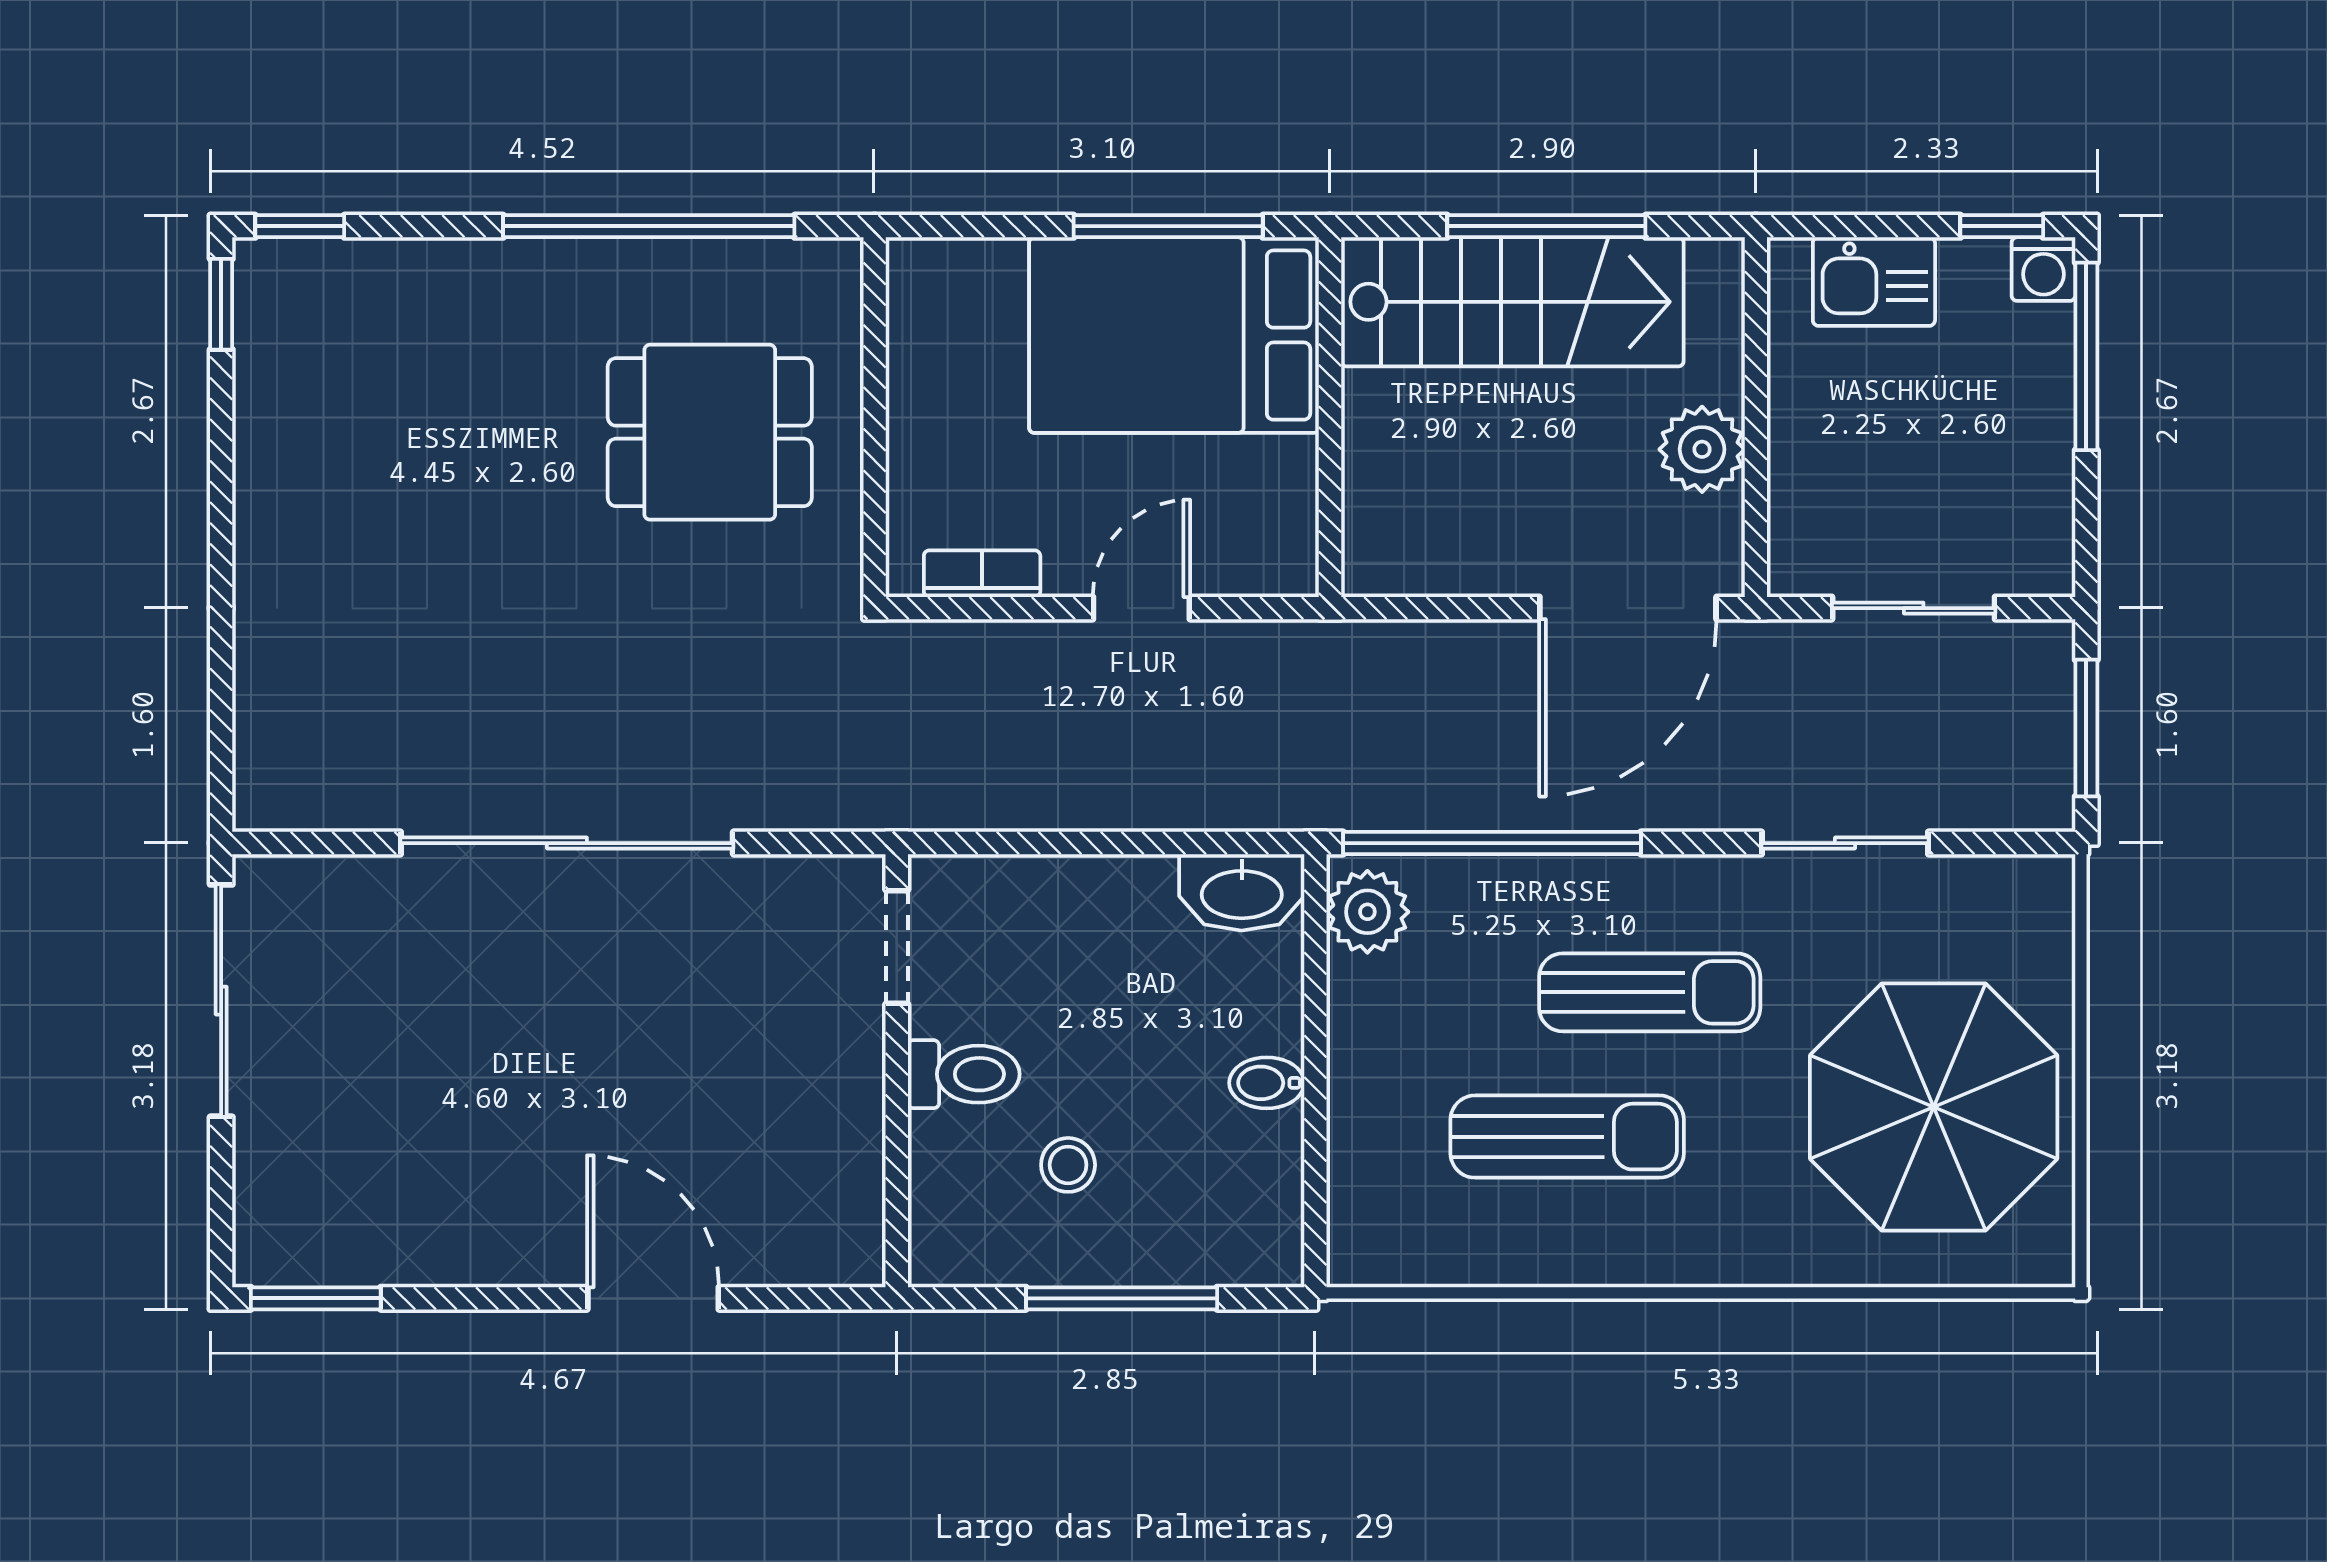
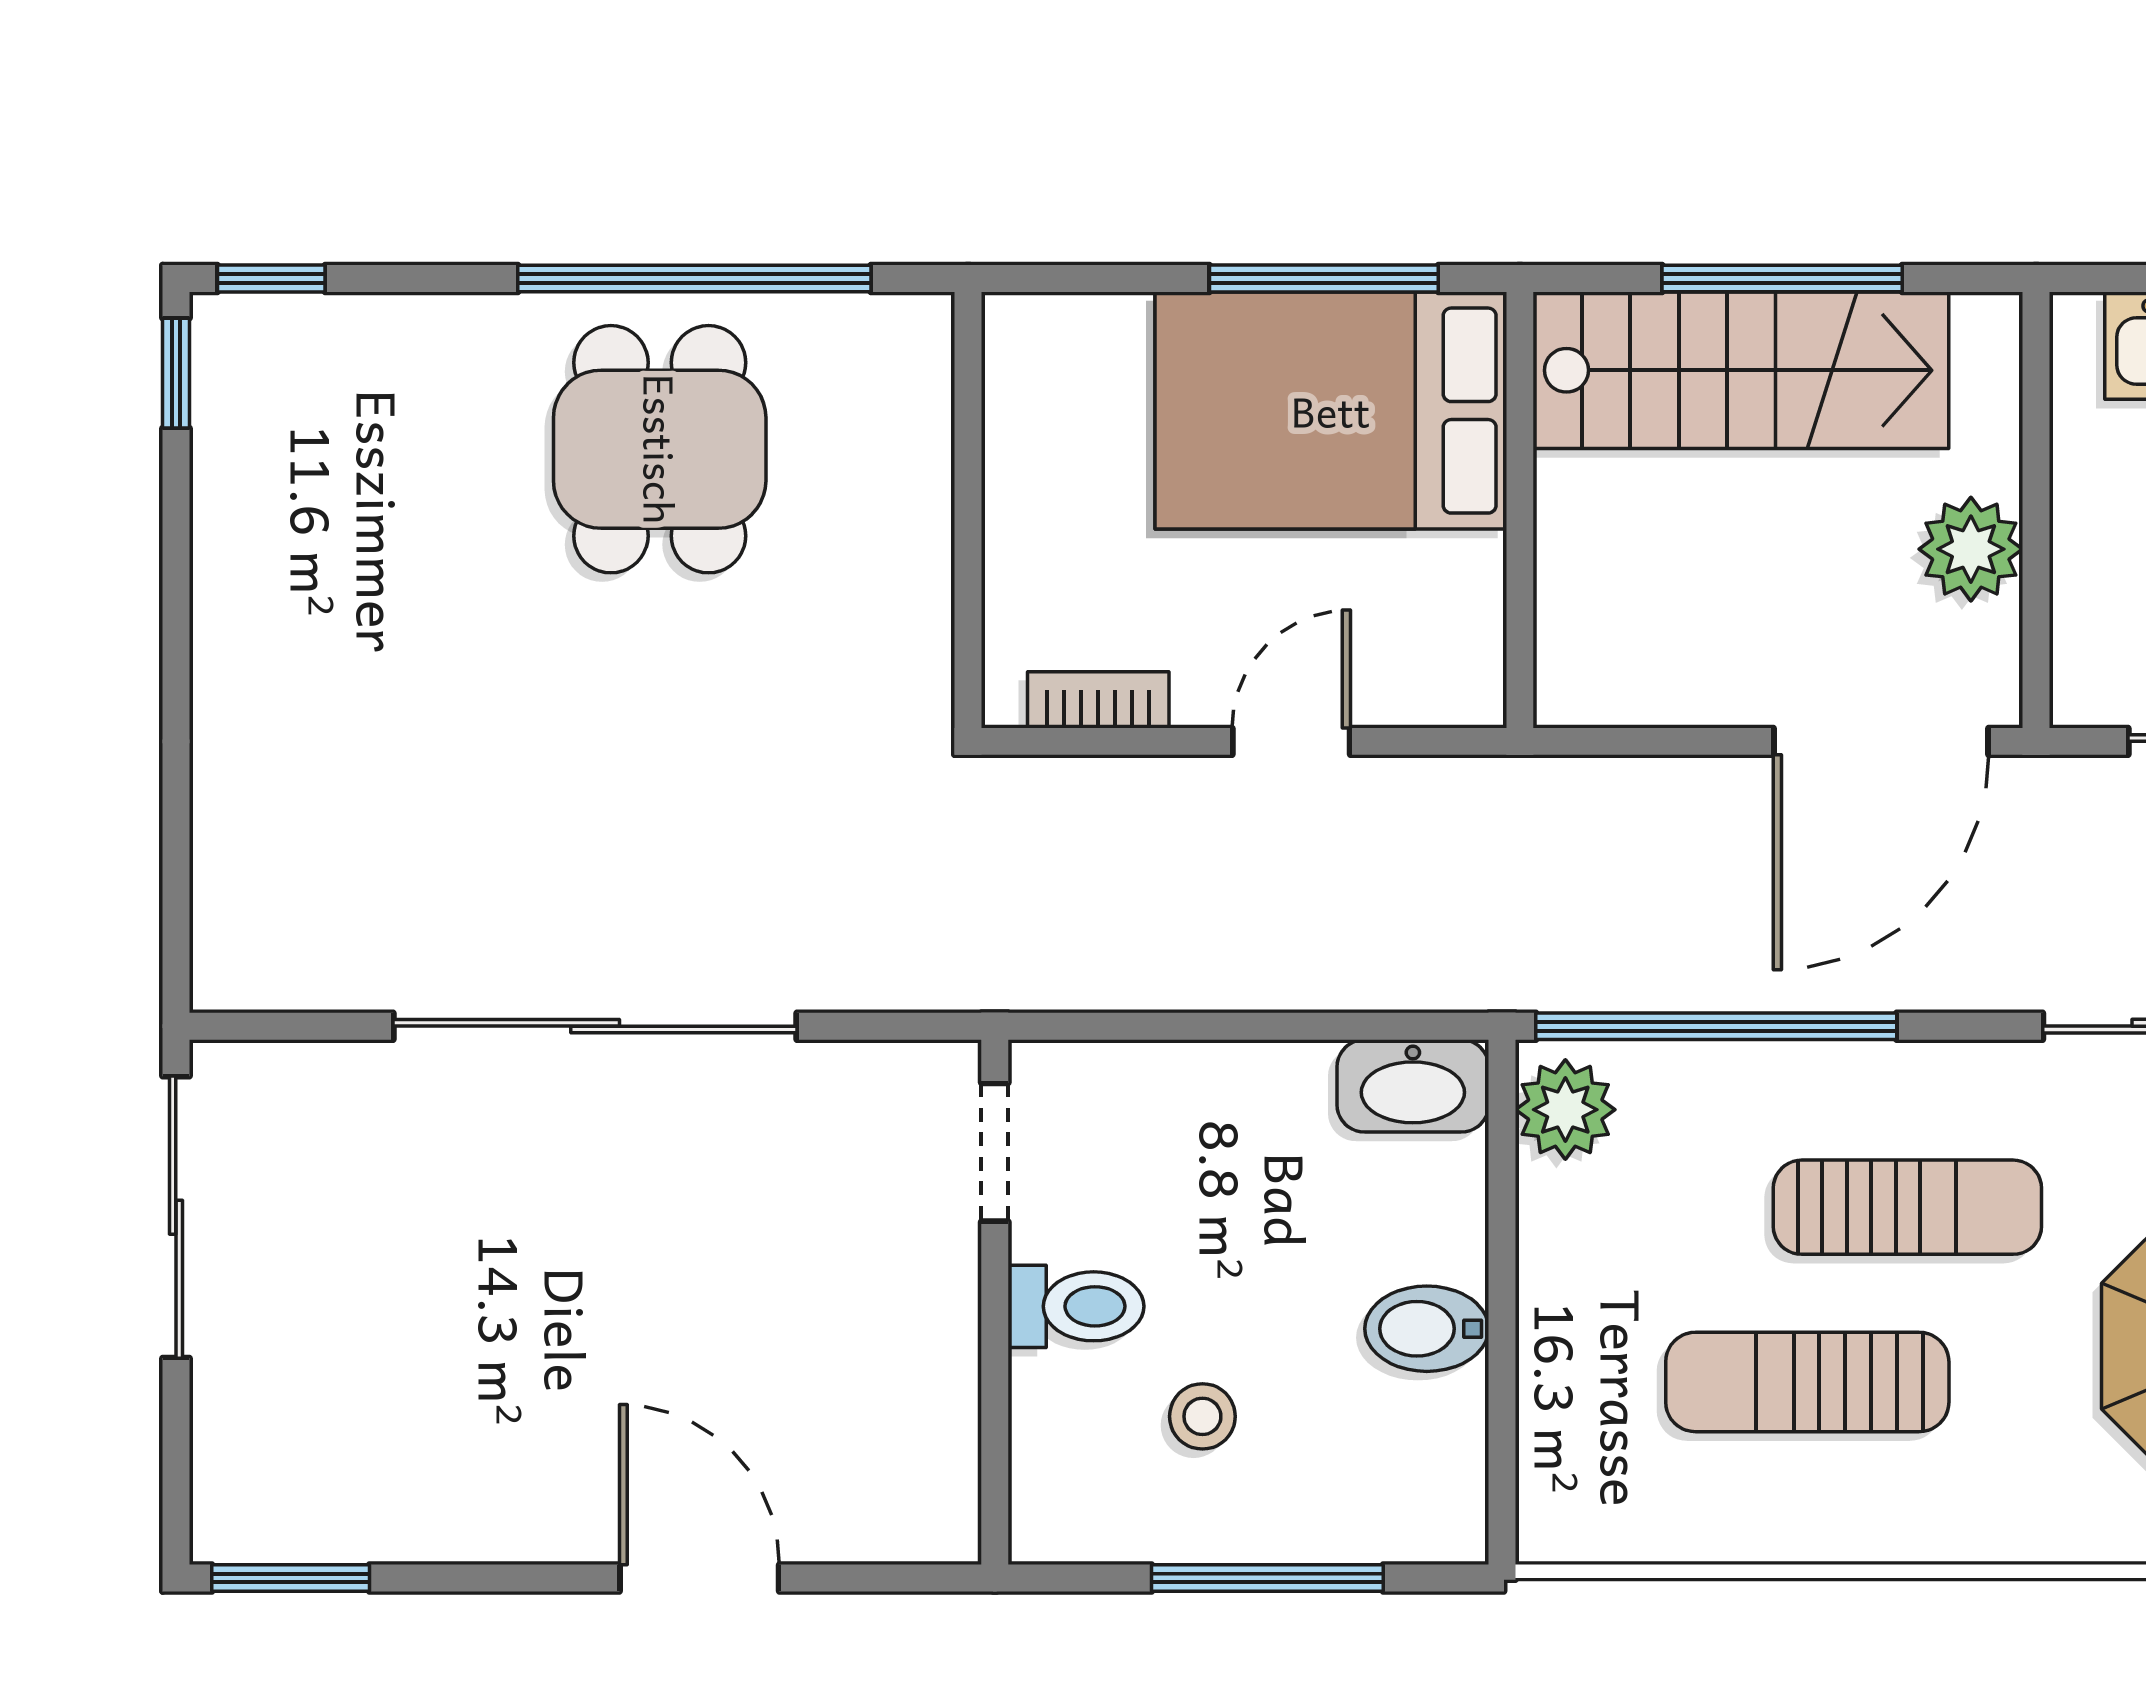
dining table: (710, 432) -> (660, 449), moved, turned 90
bidet: (1267, 1083) -> (1427, 1329), width x1.38, depth x1.36
sun lounger: (1567, 1137) -> (1807, 1382), turned 180

